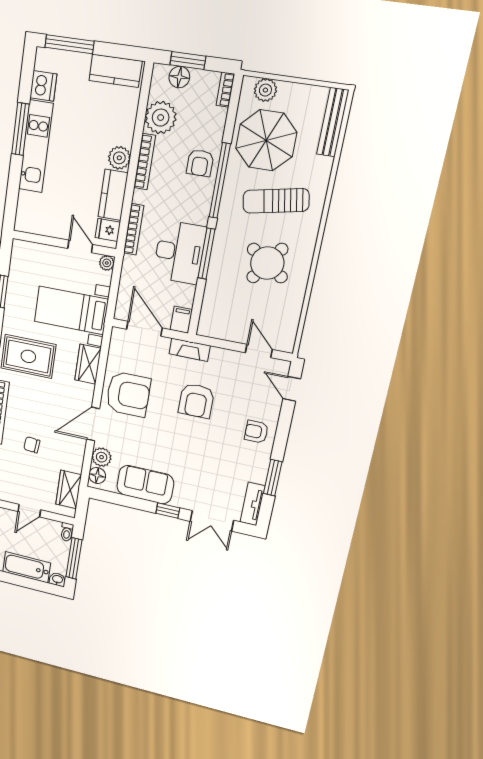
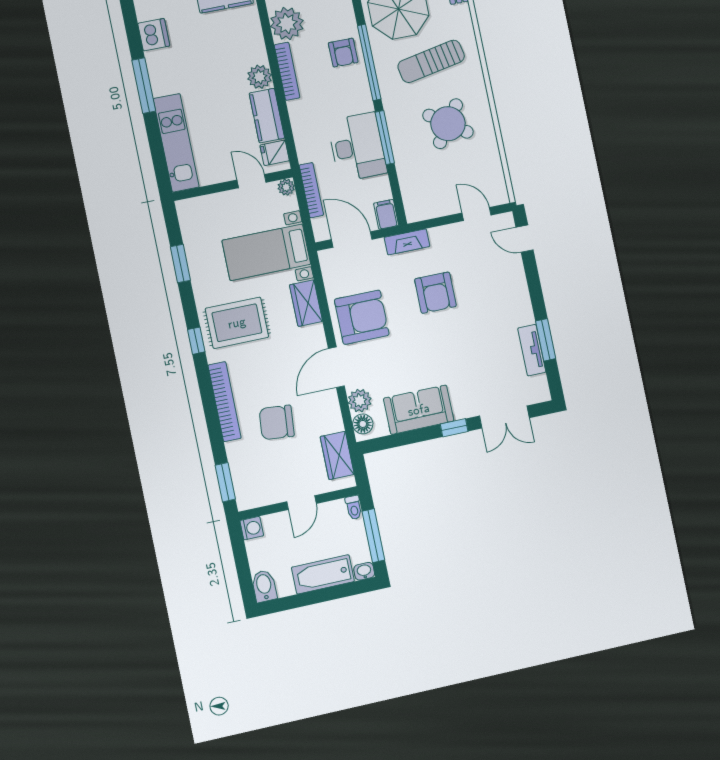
kitchen unit: (36, 146) -> (176, 143), moved
bookcase: (134, 229) -> (311, 190), moved
armchair: (256, 432) -> (509, 298), removed
chair: (32, 445) -> (277, 422), width x1.87, depth x1.87
tv unit: (252, 504) -> (532, 350), moved

